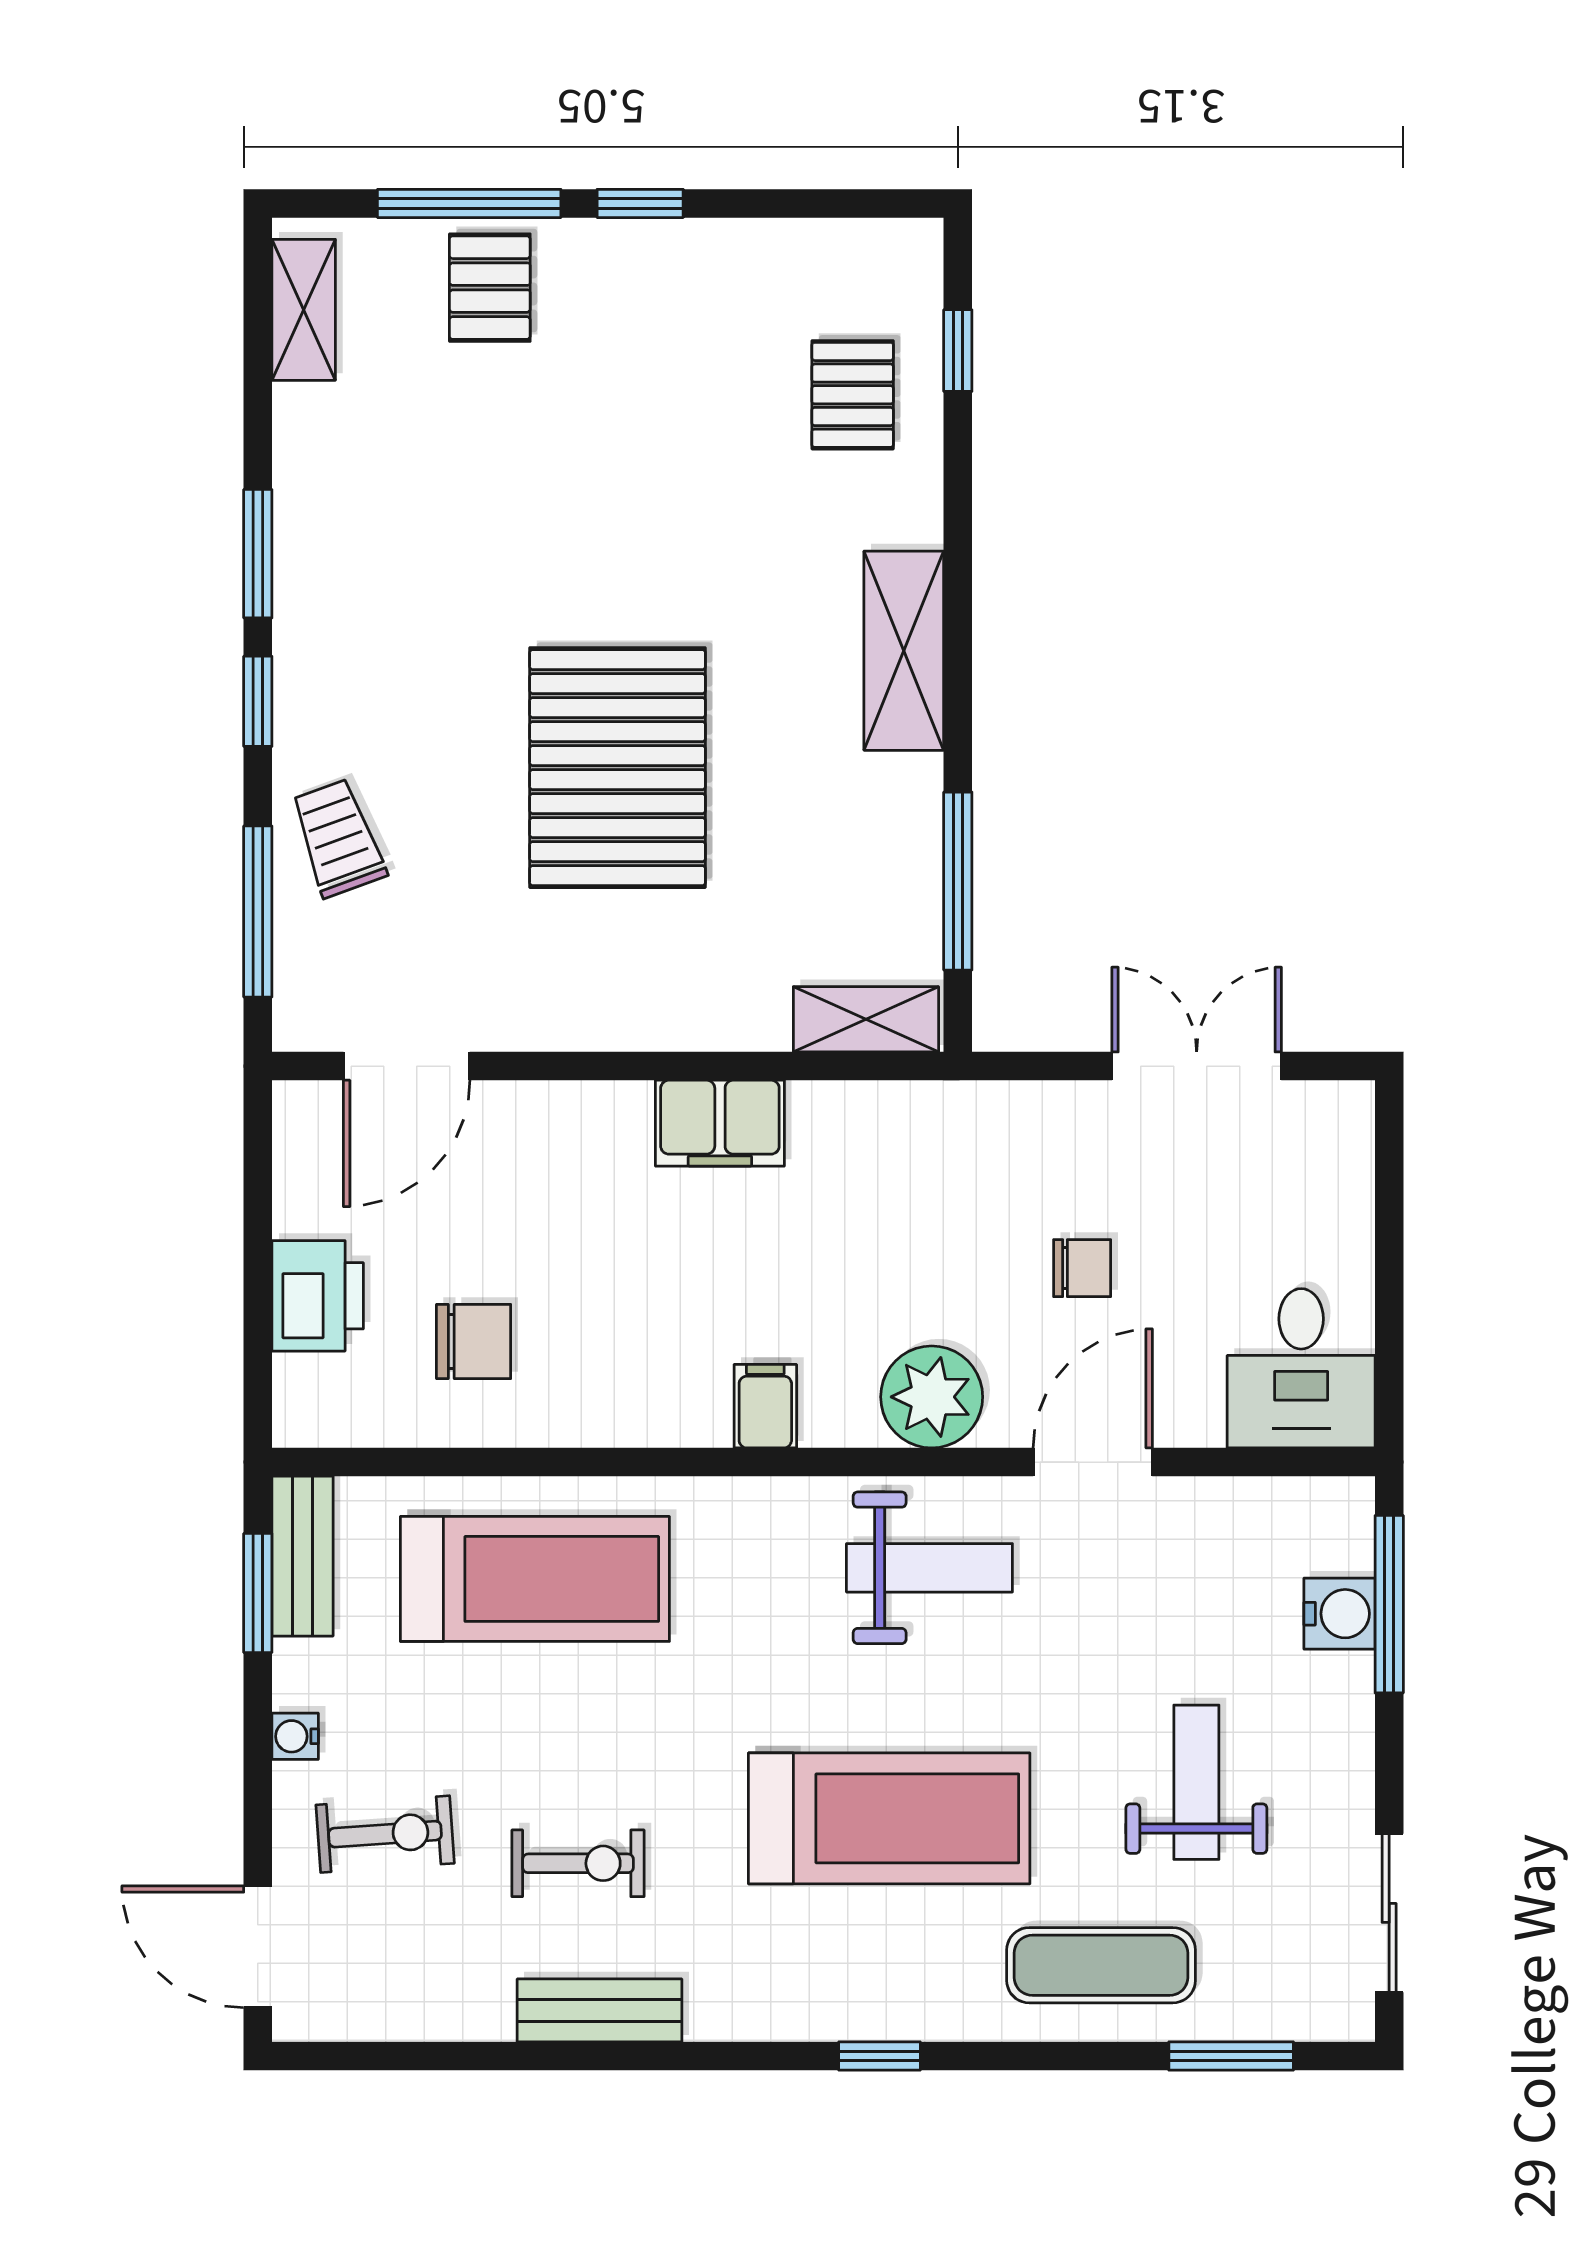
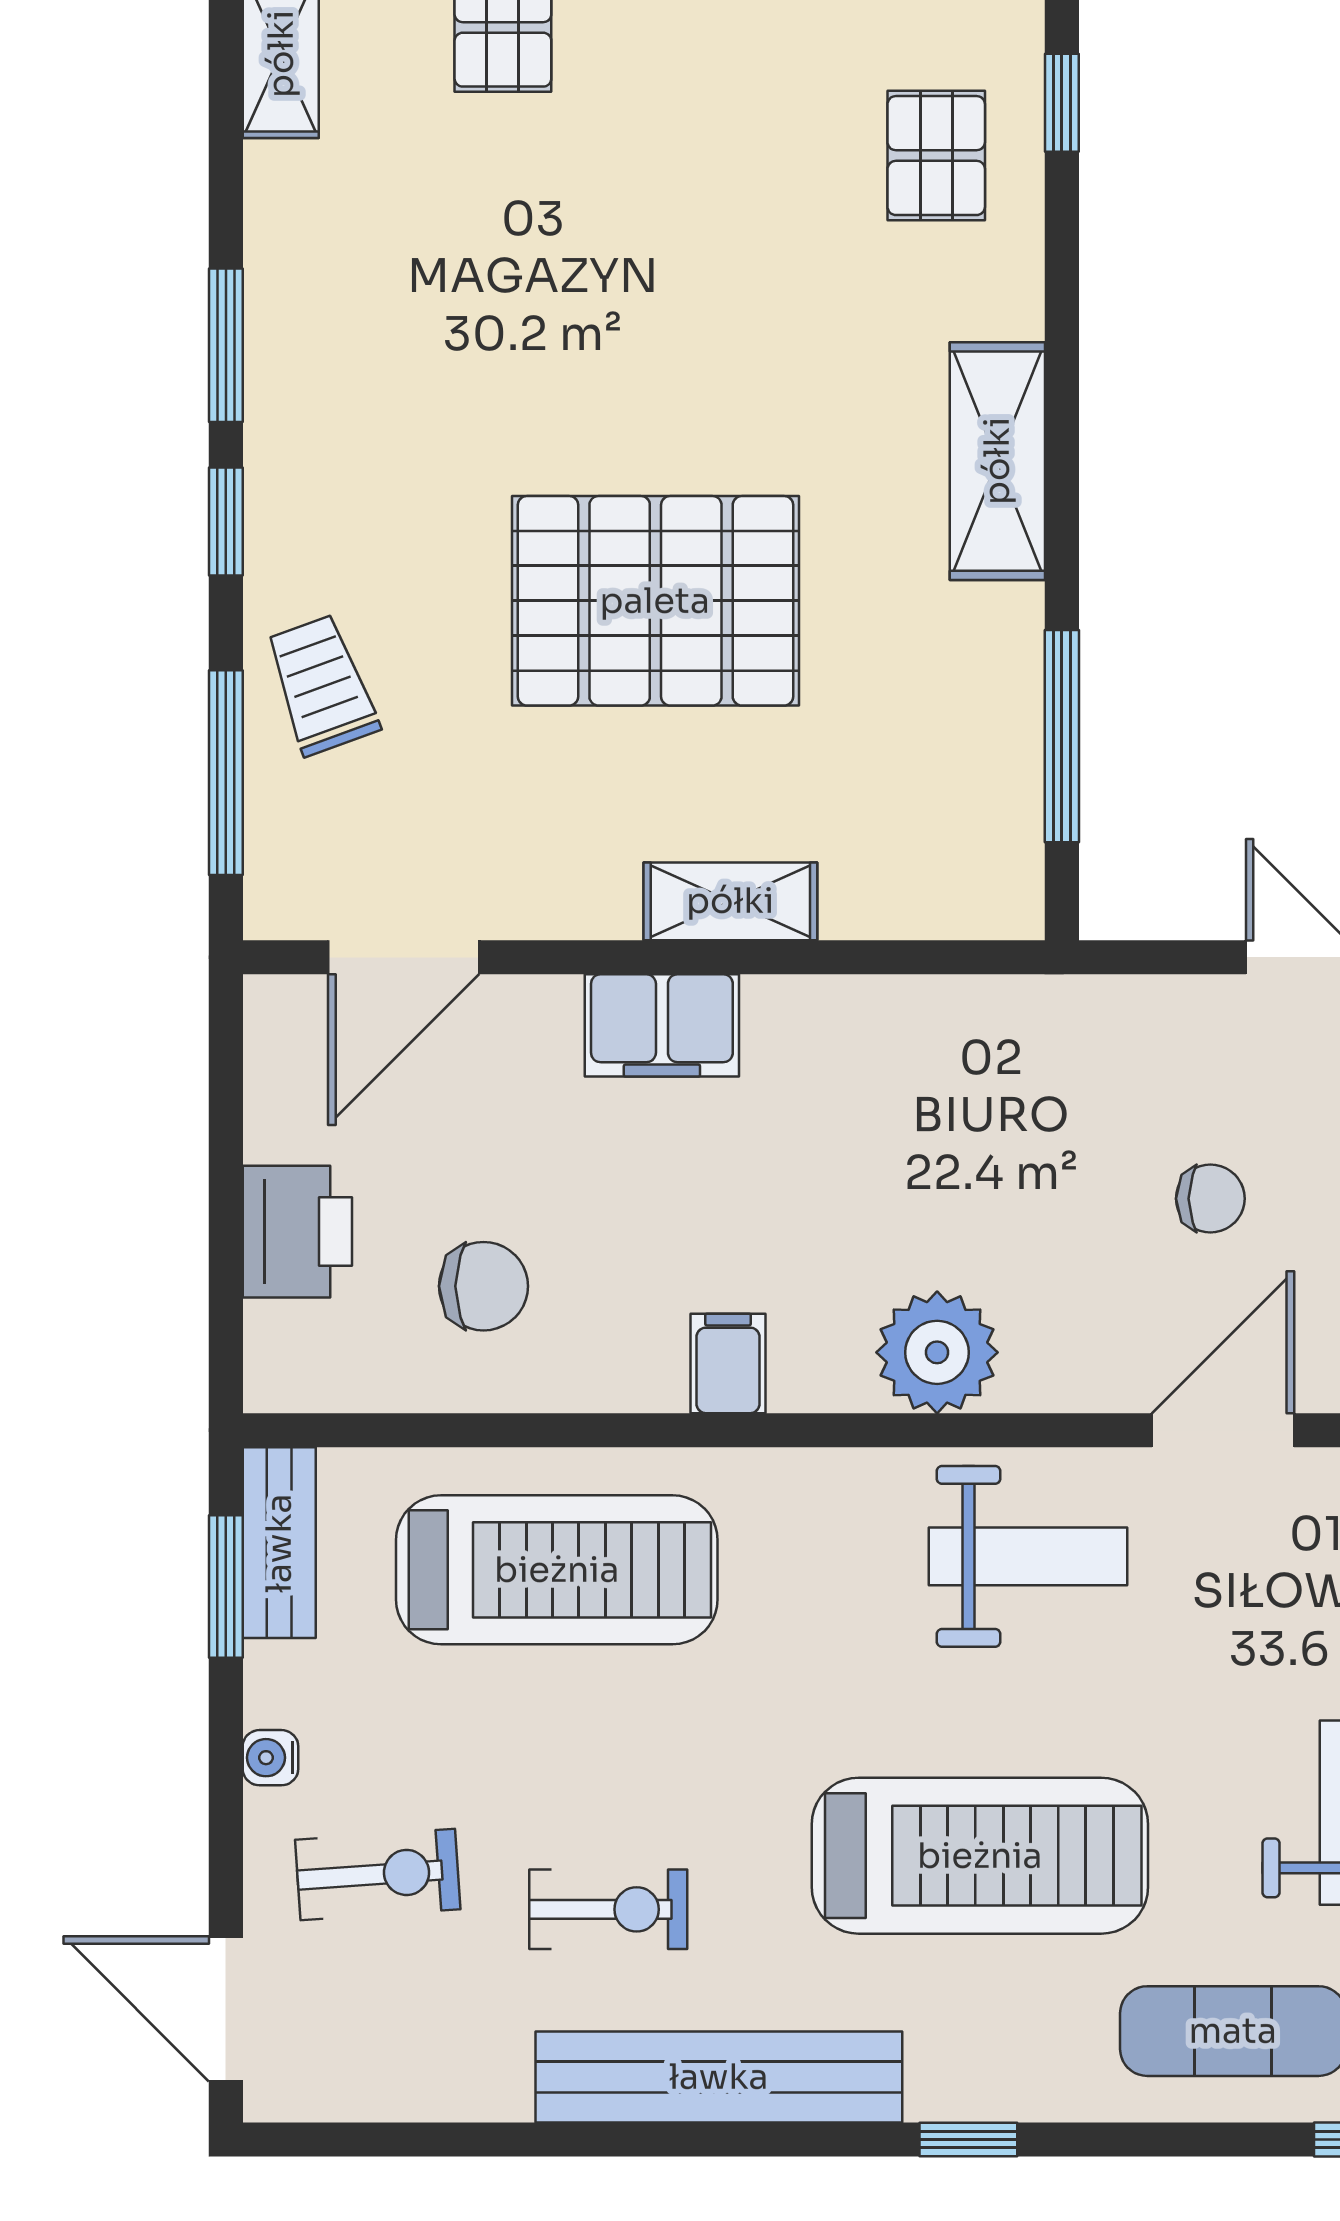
pallet: (618, 768) -> (655, 601), turned 90
shelving: (866, 1019) -> (730, 901), moved
filing cabinet: (720, 1123) -> (662, 1025), moved
plant: (932, 1397) -> (937, 1352), moved
filing cabinet: (765, 1406) -> (728, 1363), moved
bench: (599, 2010) -> (719, 2077), width x1.86, depth x1.21

